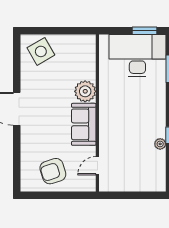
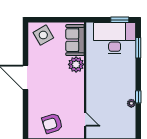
sofa: (84, 124) -> (75, 40), moved
door: (97, 166) -> (85, 119), swing flipped

